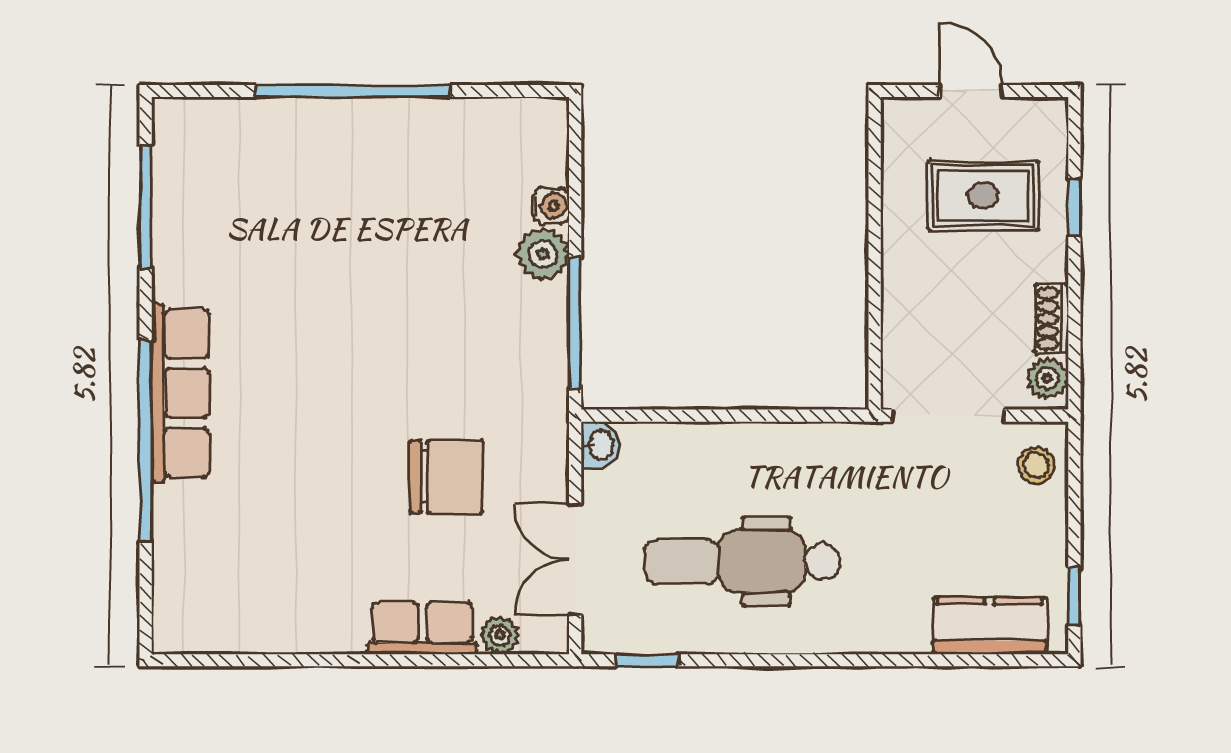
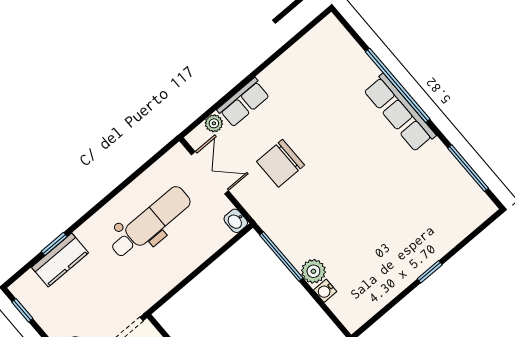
window: (353, 91) -> (430, 272), width x0.32
kitchen counter: (990, 626) -> (60, 260), moved
window: (647, 660) -> (54, 244), moved

